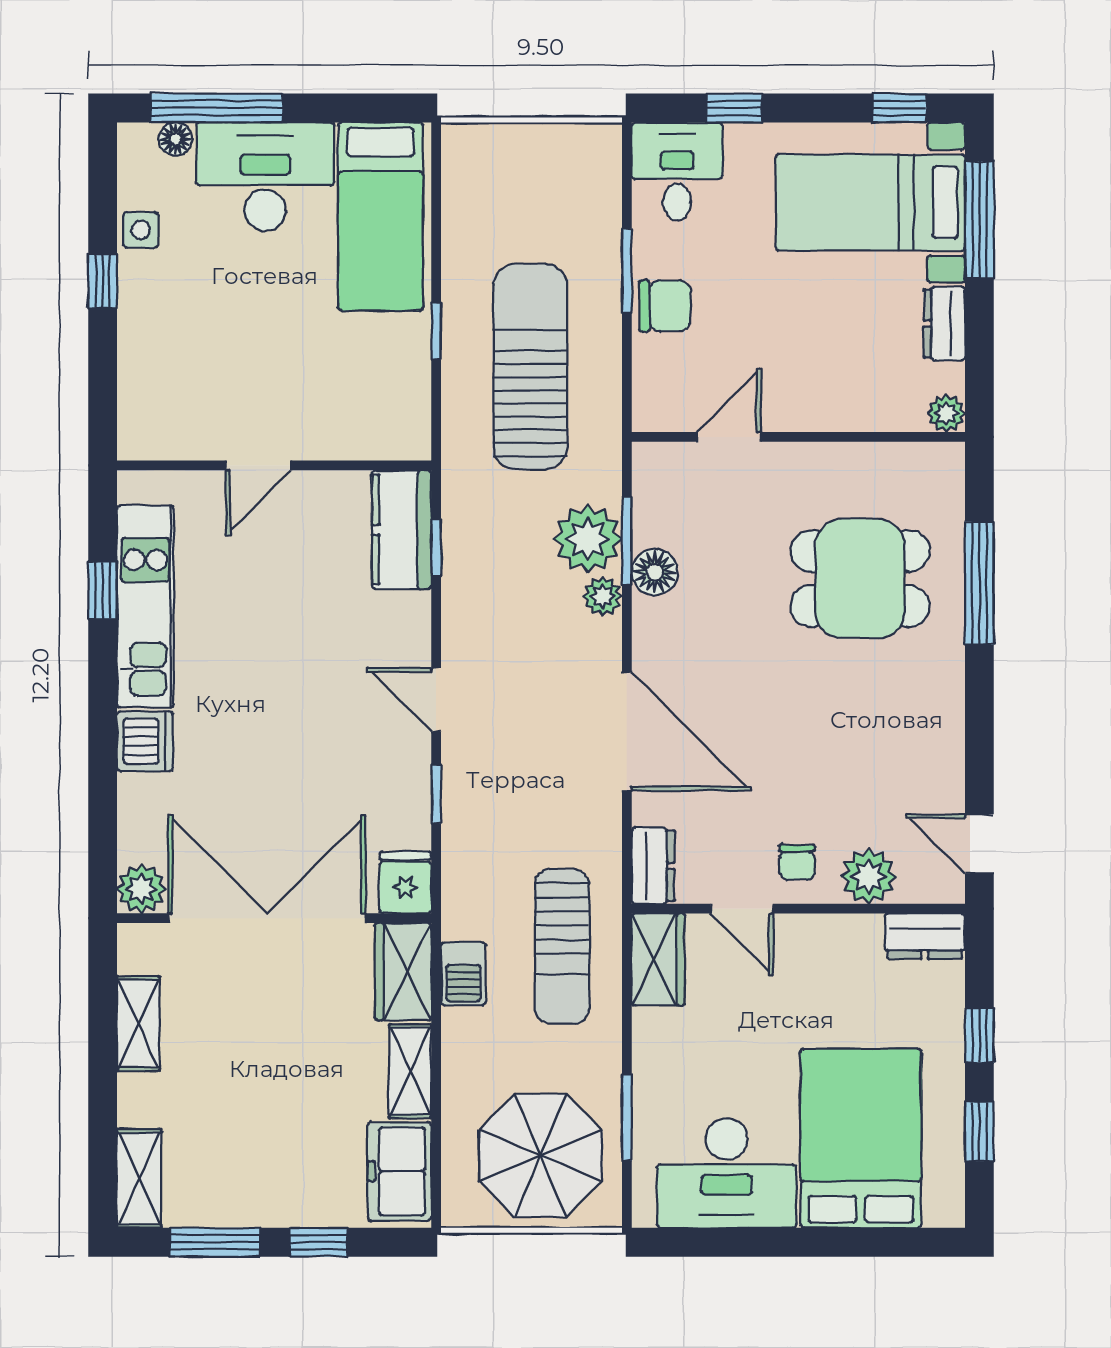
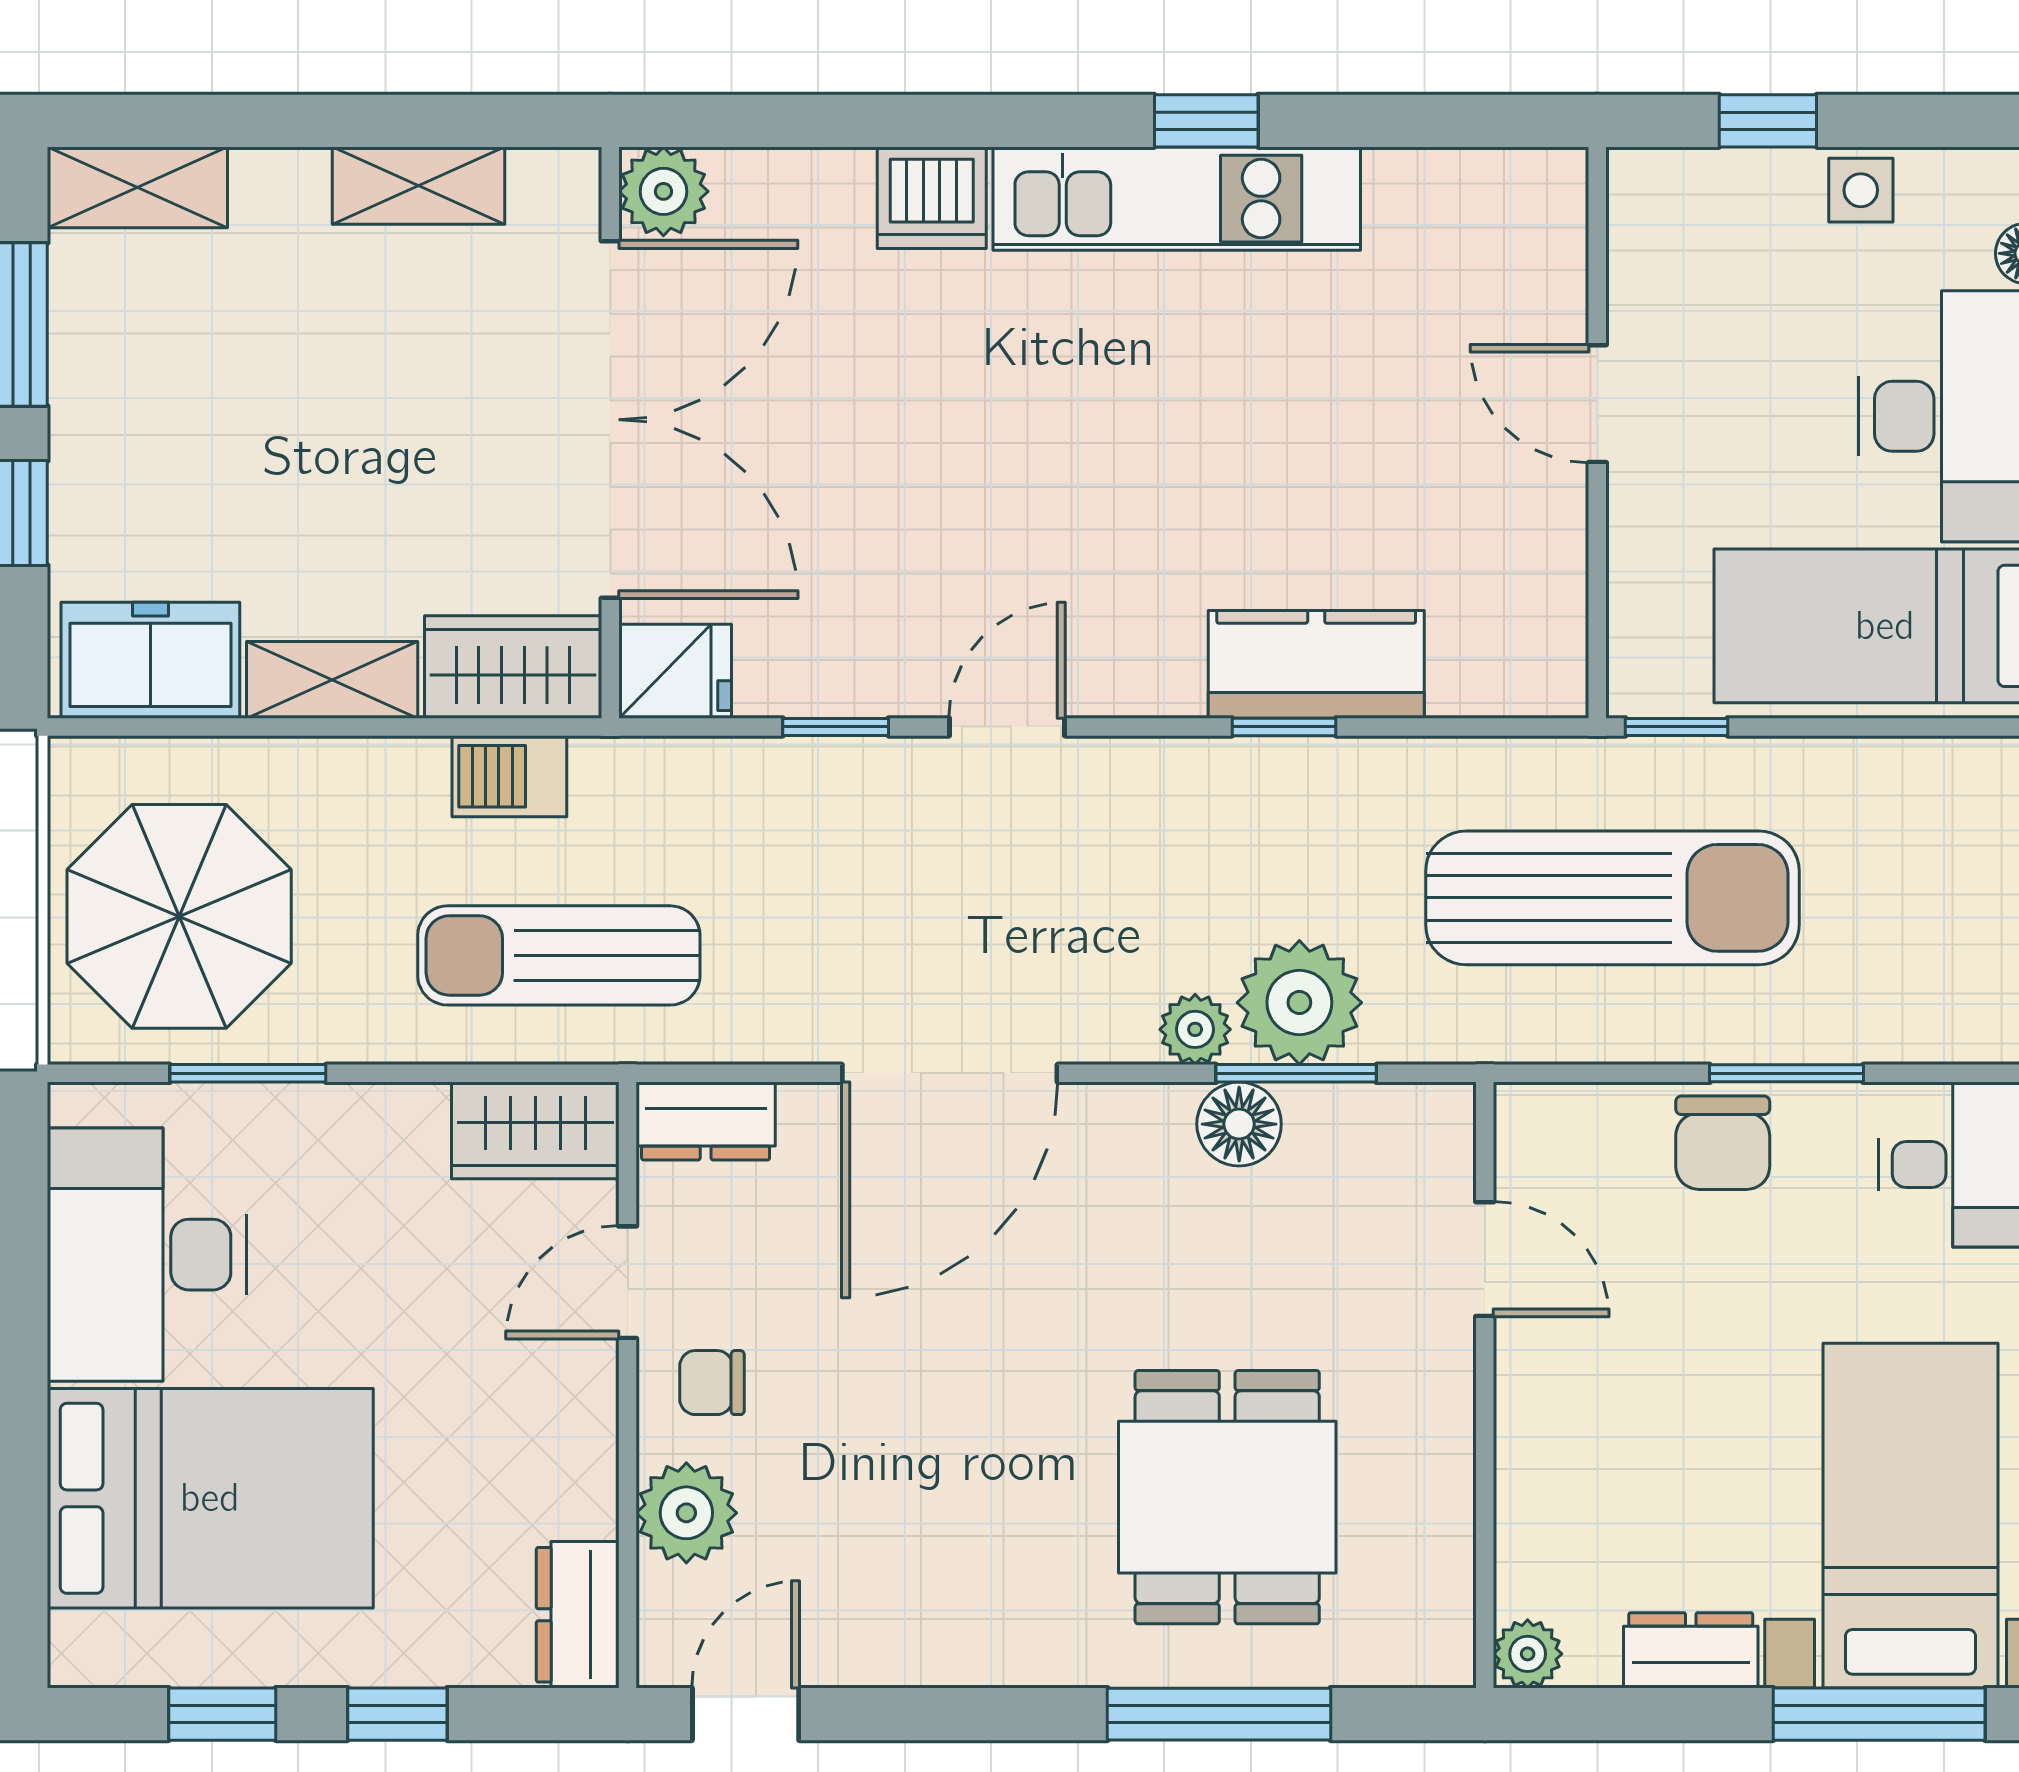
door: (258, 465) -> (1597, 404), moved
wall: (274, 465) -> (1597, 433), moved

